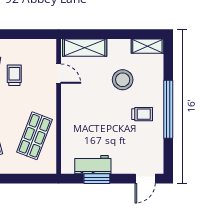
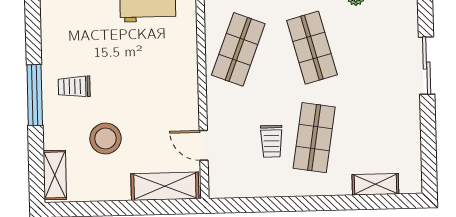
shelving: (147, 46) -> (55, 175), moved, turned 90
window: (168, 109) -> (35, 95), width x0.68

